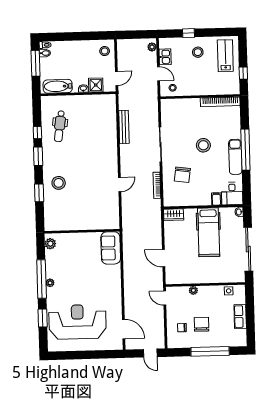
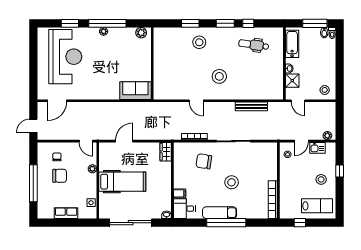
stool: (94, 161) -> (219, 76), added
hospital bed: (209, 232) -> (122, 182), moved, turned 180
door: (165, 298) -> (86, 141), swing flipped

